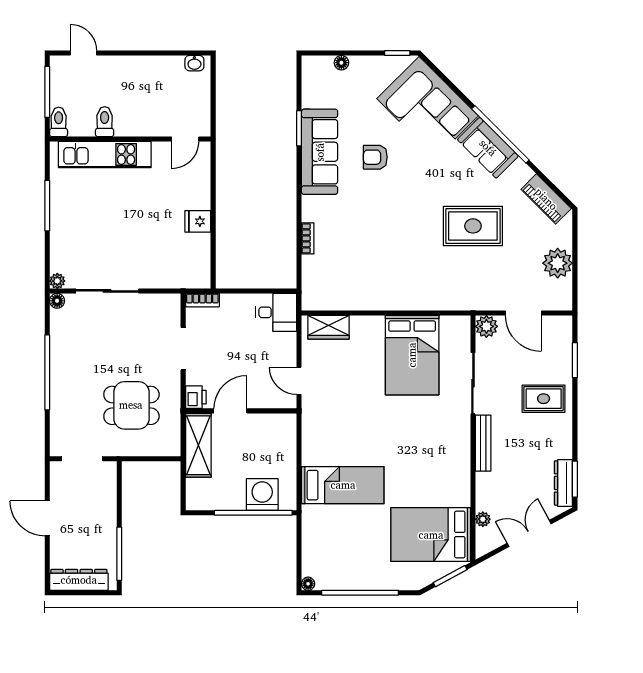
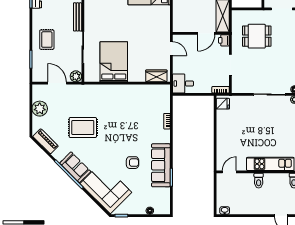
toilet: (105, 122) -> (259, 181), moved
fridge: (198, 221) -> (223, 104), moved
rug: (544, 399) -> (47, 40), turned 90

